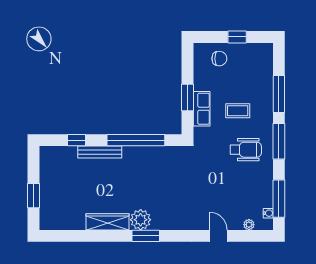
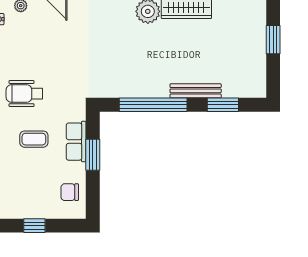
chair: (219, 59) -> (70, 192), moved
window: (76, 140) -> (223, 105), width x1.50

